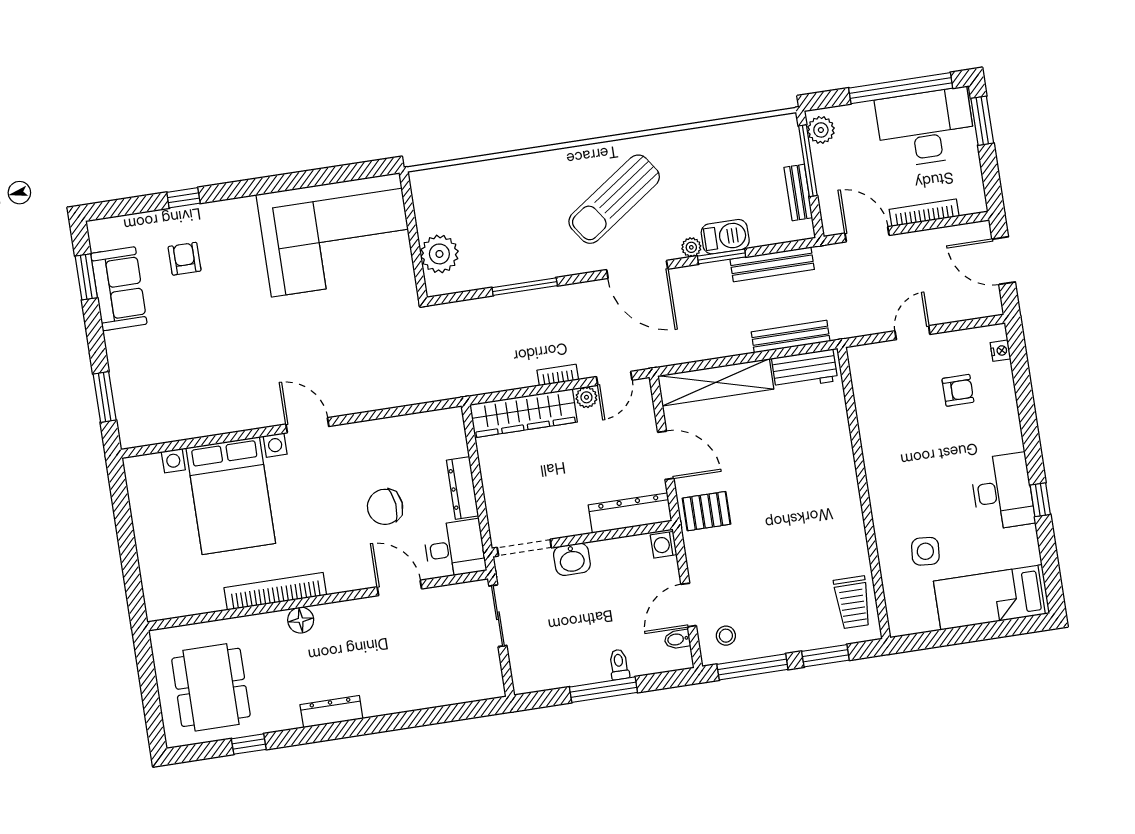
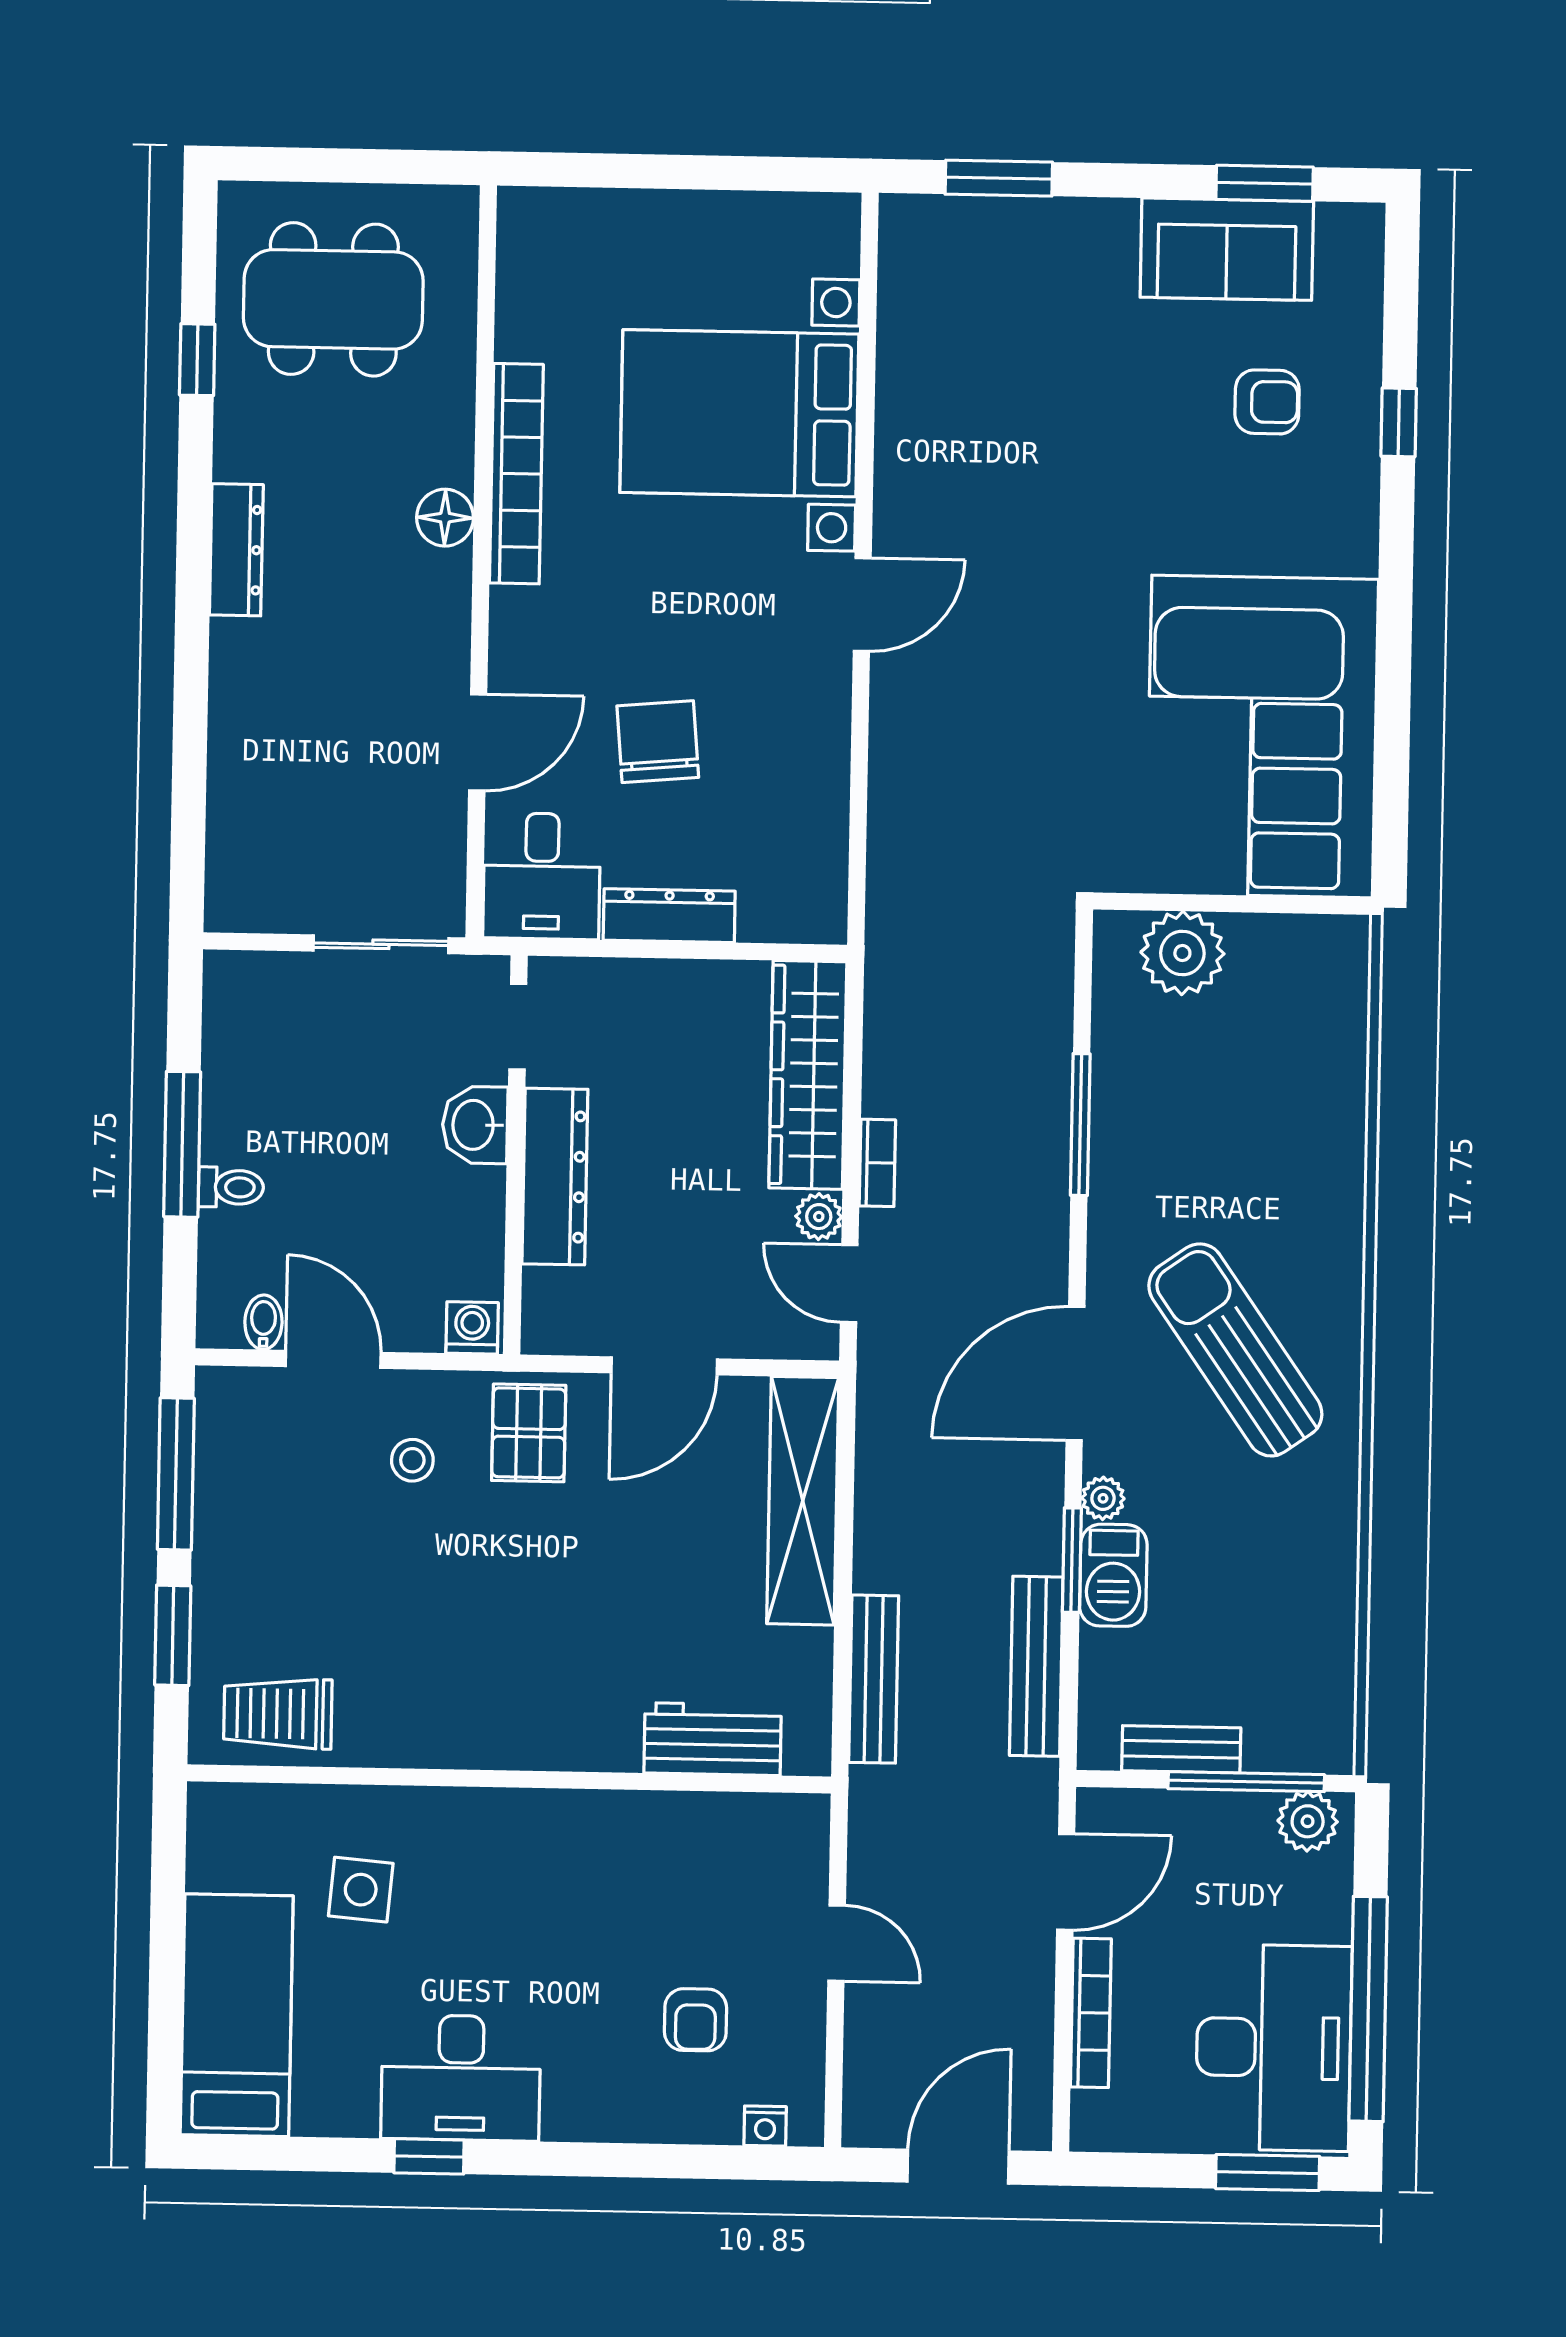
workbench: (805, 369) -> (713, 1739), moved, turned 90
dresser: (630, 513) -> (555, 1177), moved
doorway: (524, 548) -> (518, 1027), width x0.73
stool: (726, 636) -> (412, 1460), moved

